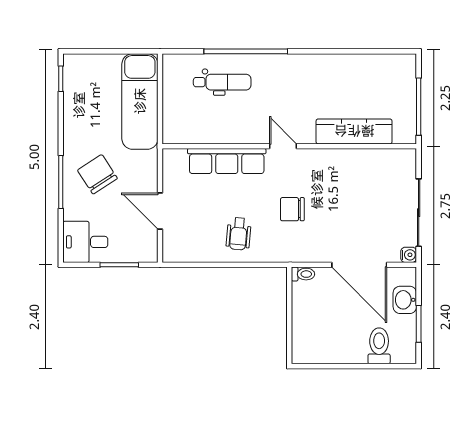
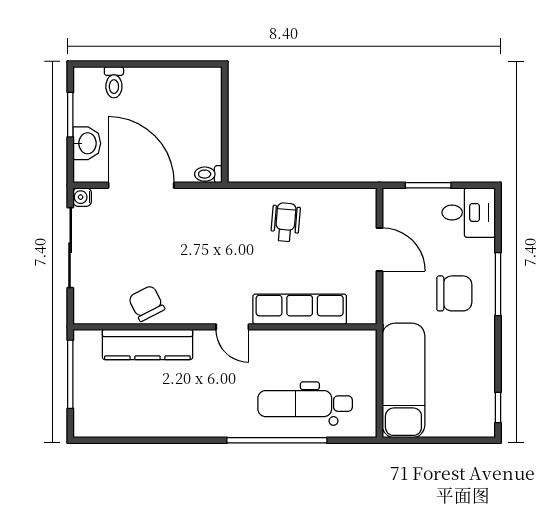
dental chair: (222, 82) -> (305, 404), width x1.36, depth x1.38
chair: (97, 174) -> (454, 293), turned -57
chair: (292, 209) -> (146, 303), moved, turned -117
toilet: (379, 346) -> (114, 82), width x0.73, depth x0.72

